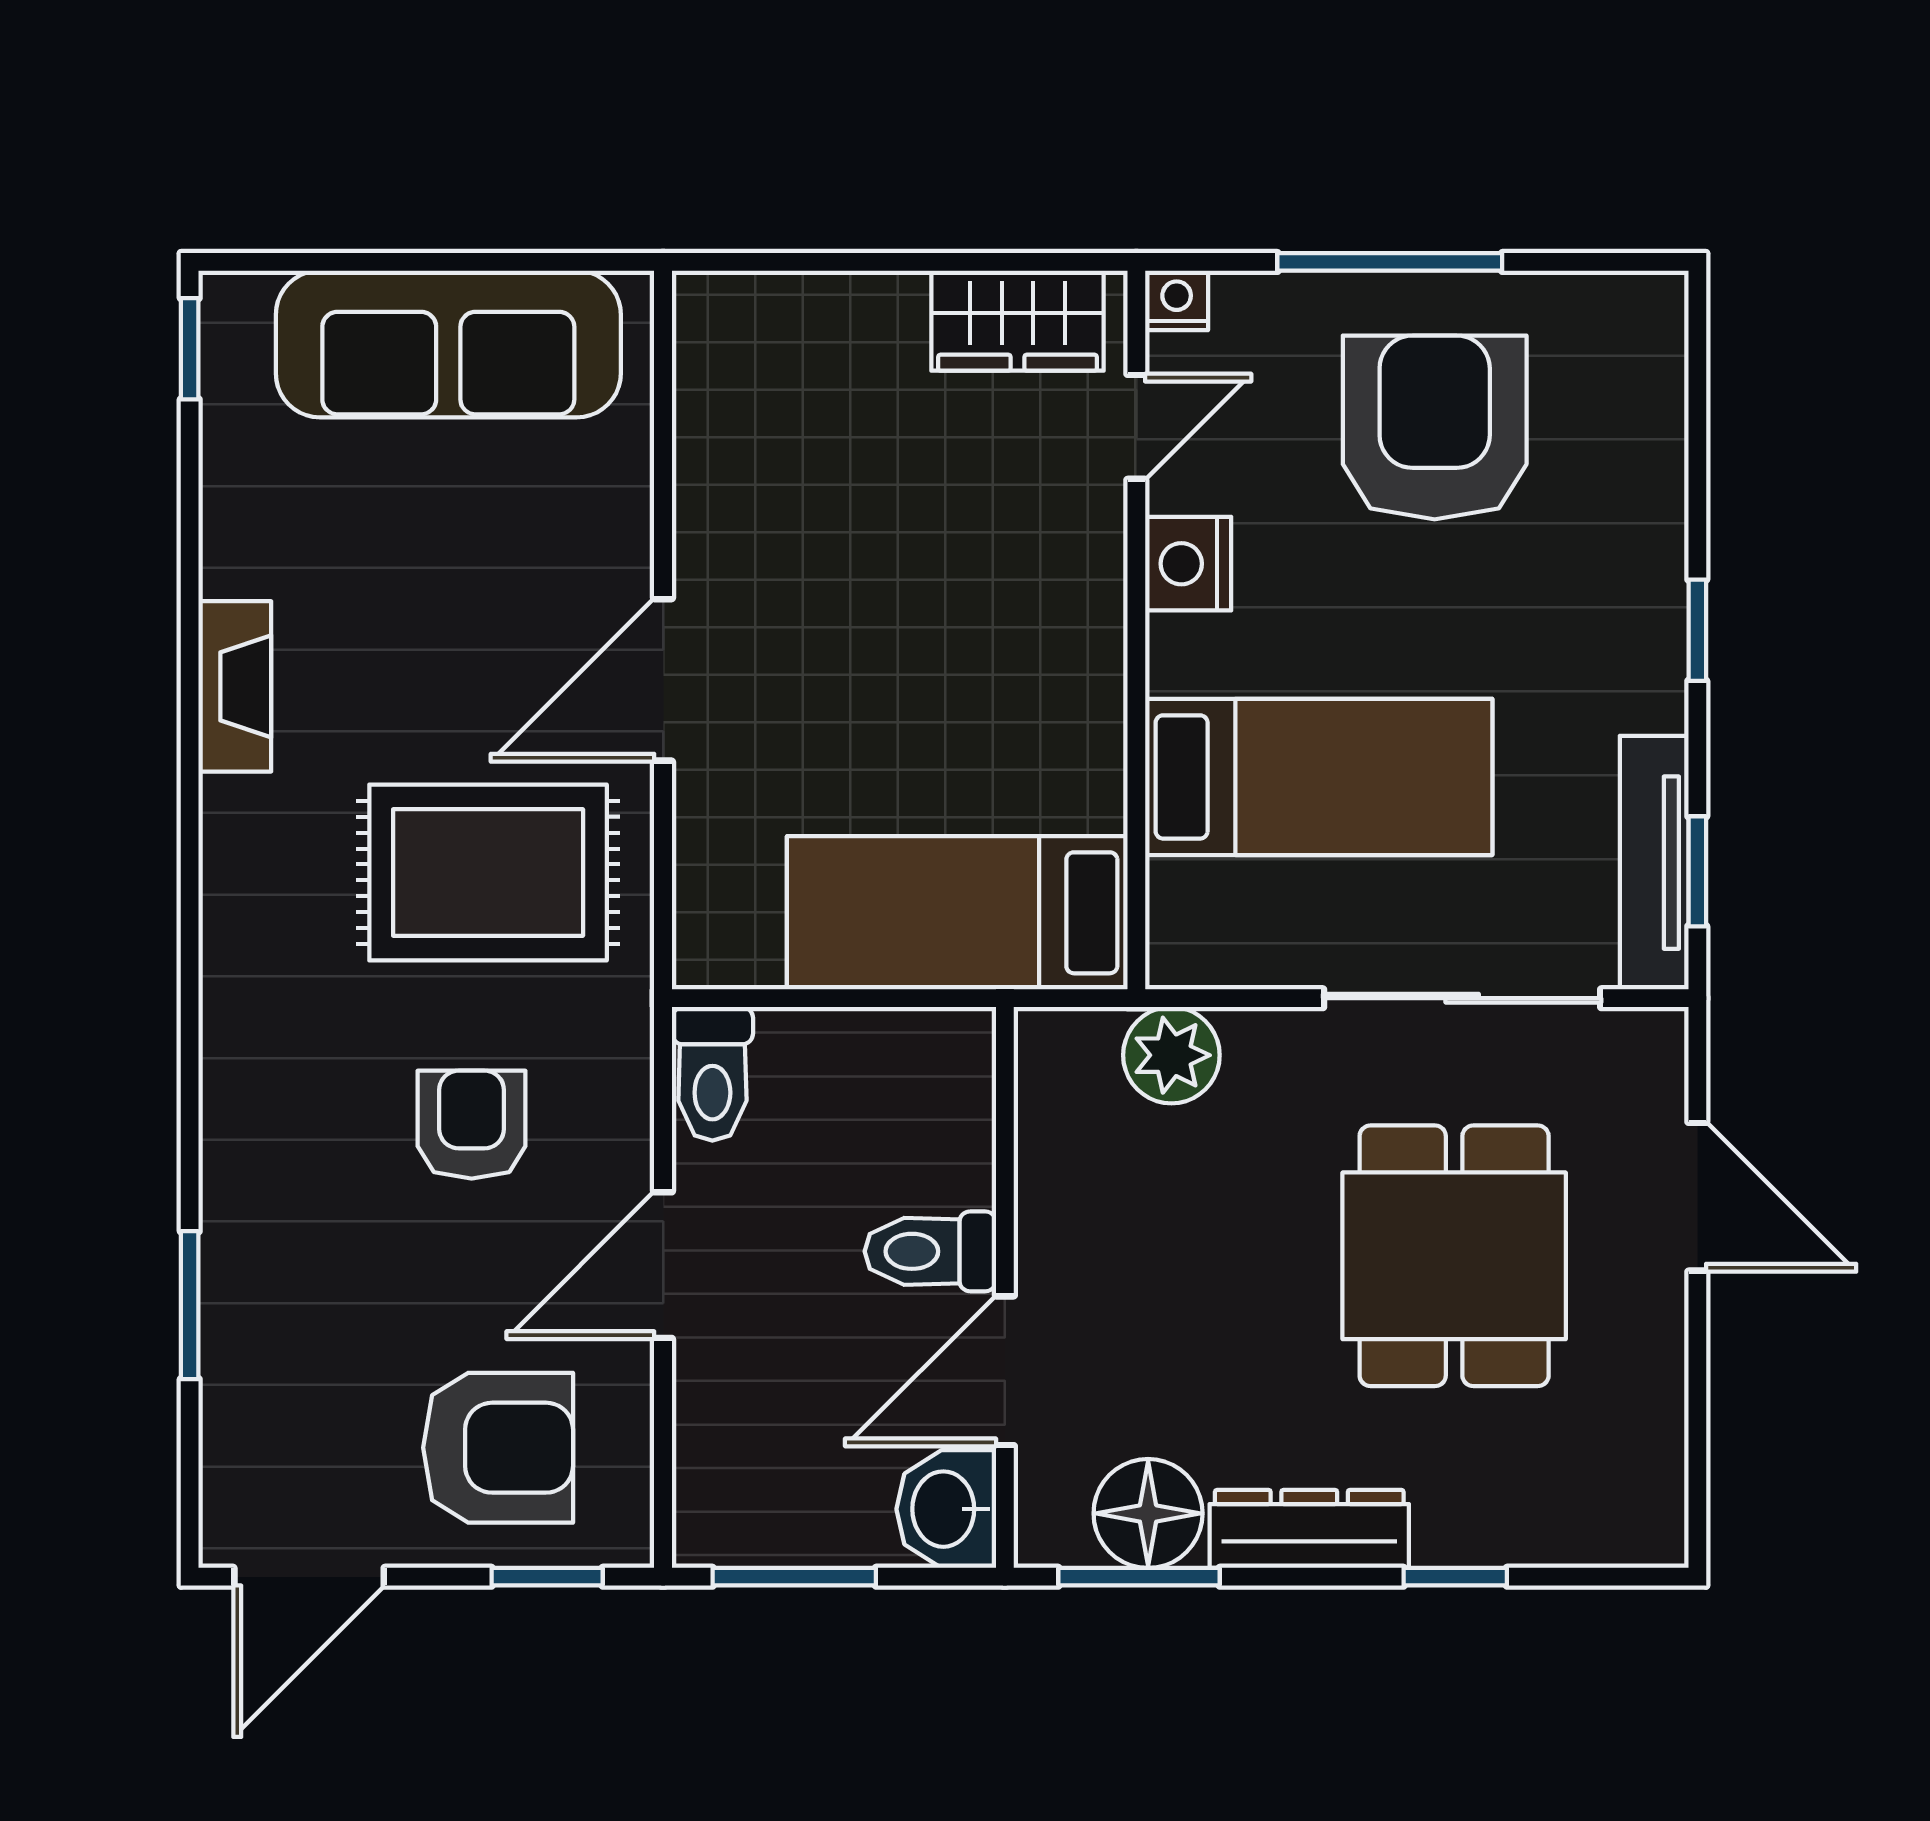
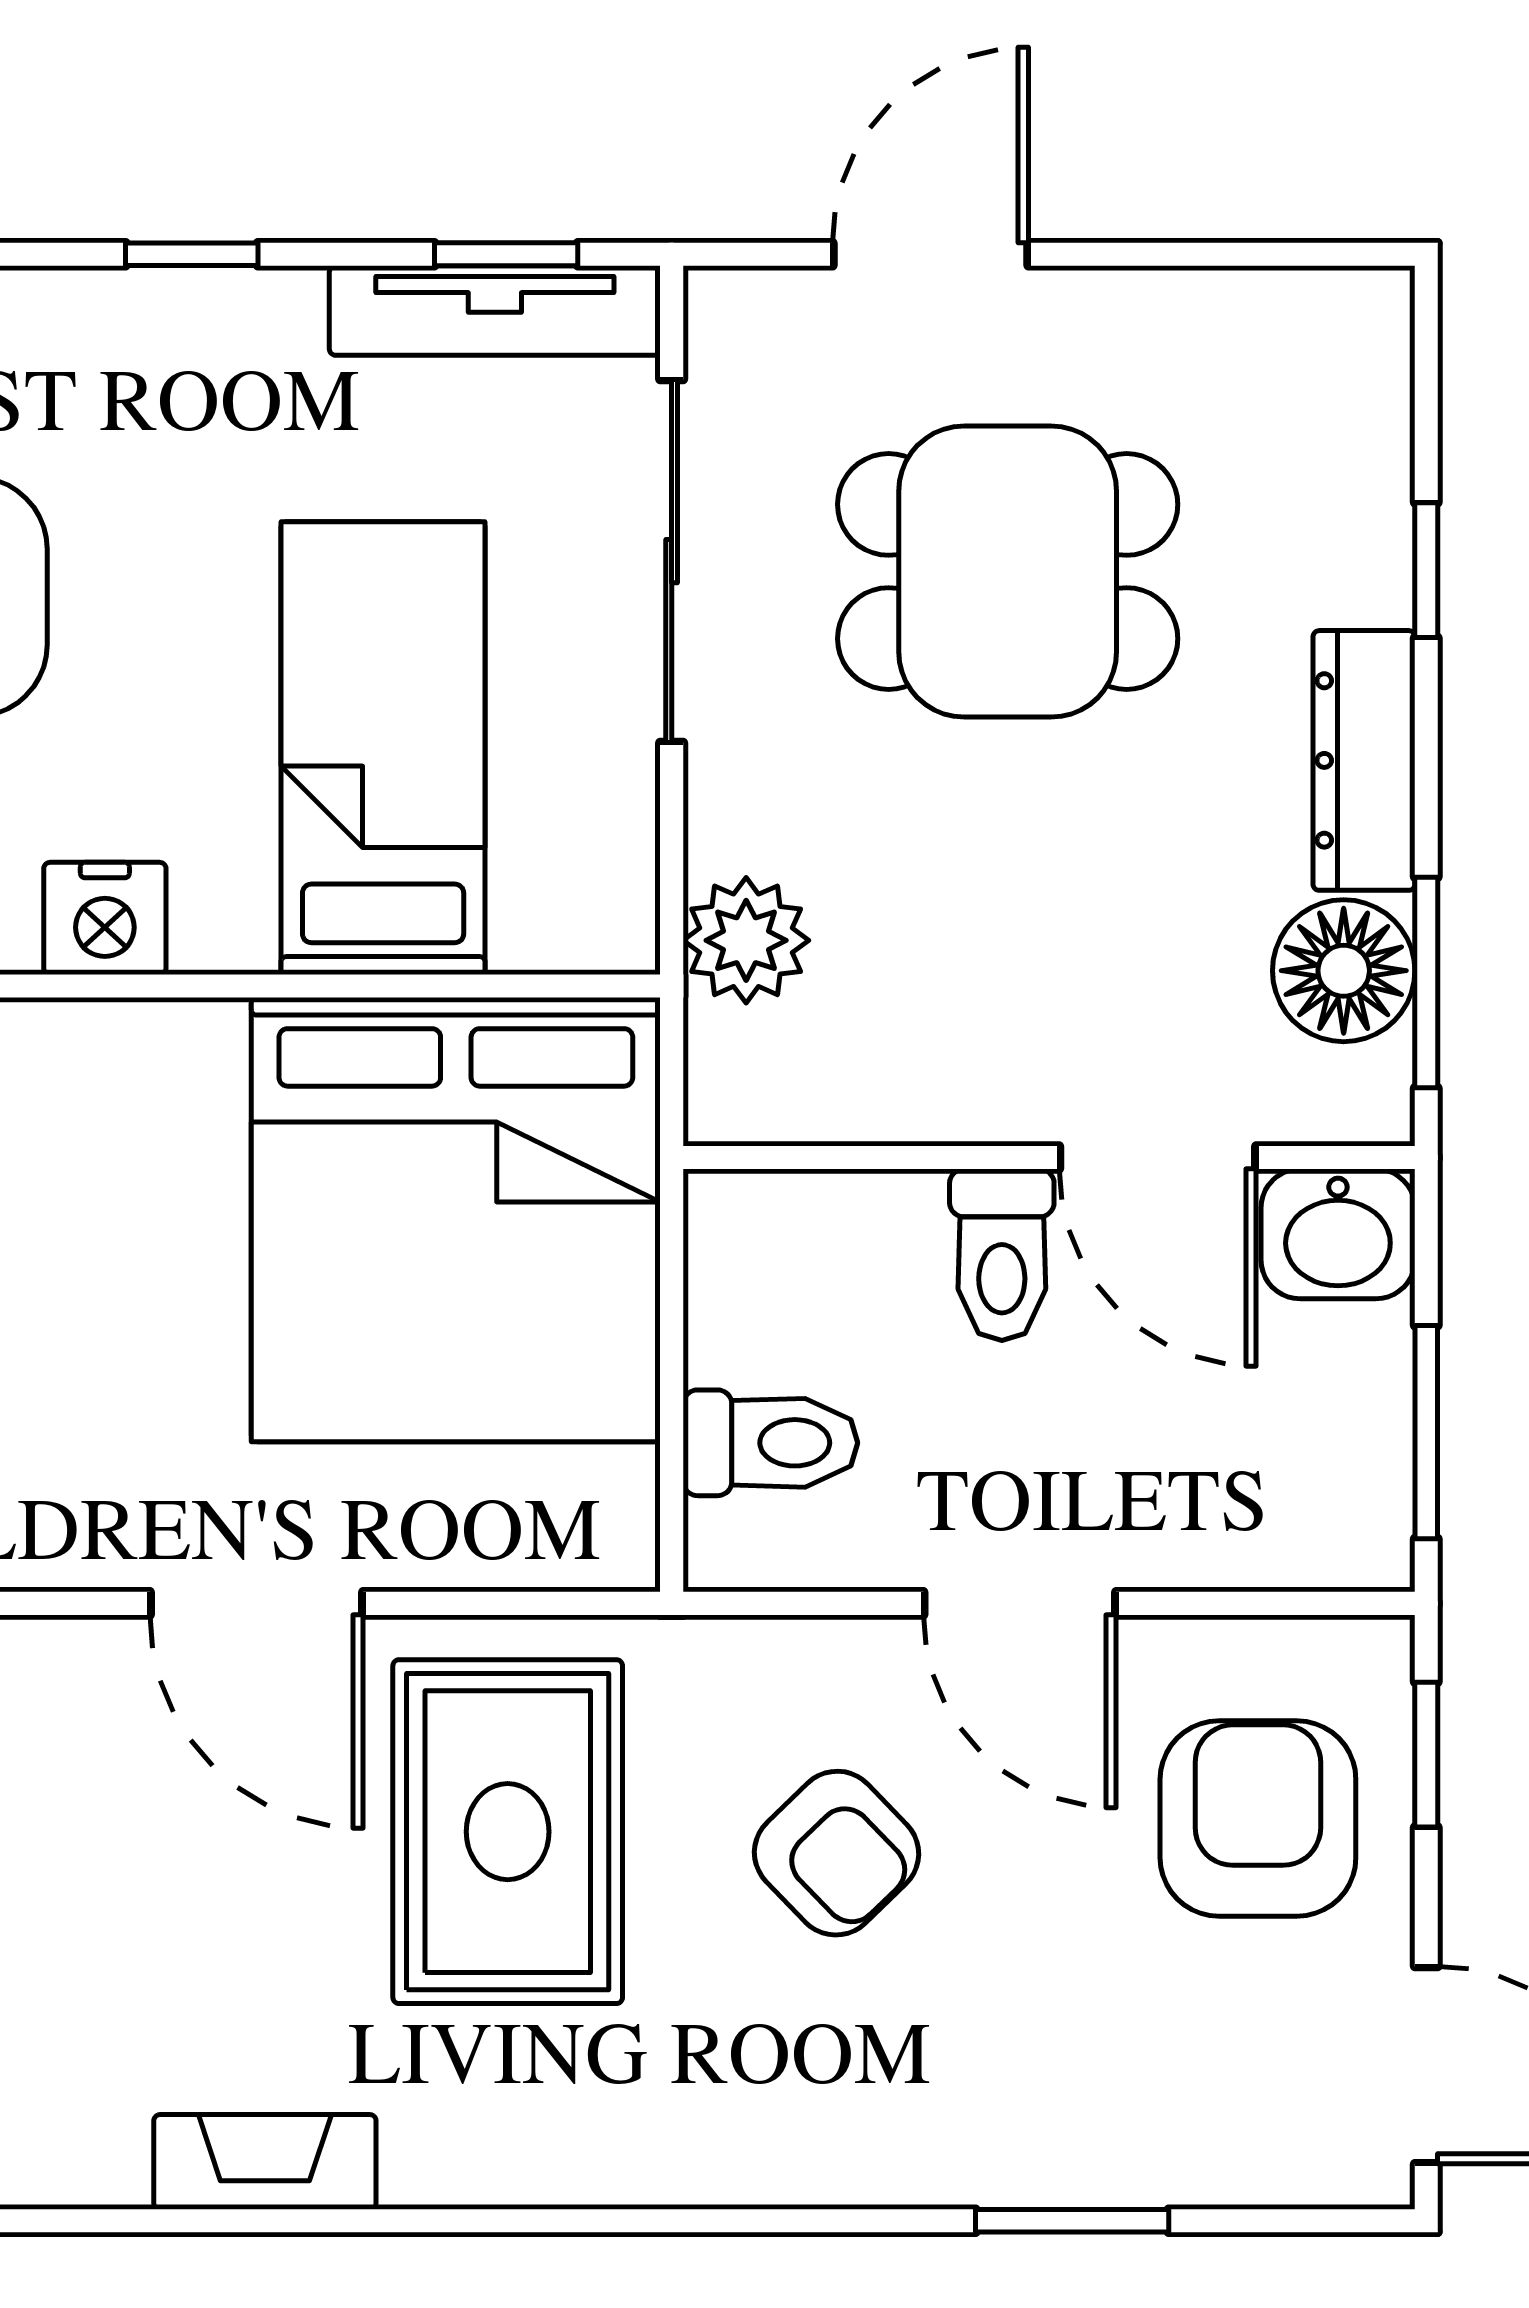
bed: (957, 913) -> (456, 1220), width x2.04
toilet: (712, 1074) -> (770, 1443), moved
armchair: (472, 1125) -> (837, 1853), turned -134

